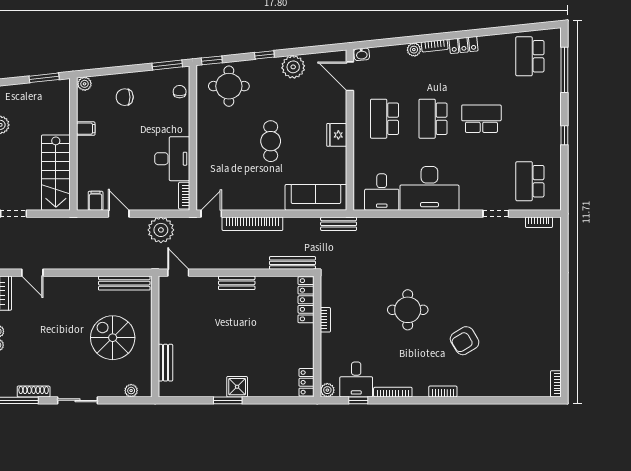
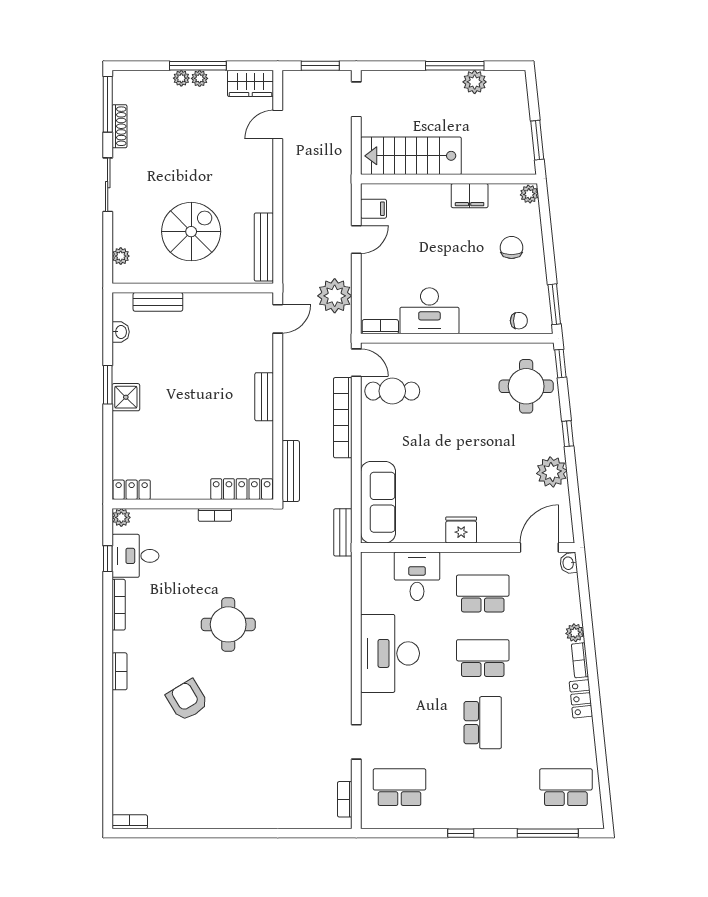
filing cabinet: (86, 129) -> (470, 196), width x2.00
cafe table: (271, 141) -> (392, 391), moved
desk: (382, 192) -> (417, 576), moved, turned 90
washbasin: (188, 391) -> (121, 332), added

